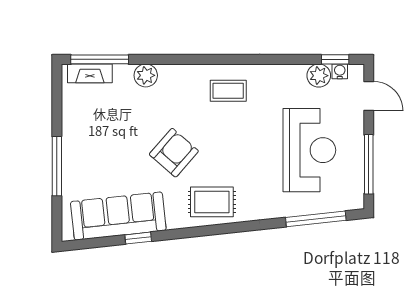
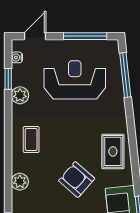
window: (335, 59) -> (8, 79), moved
plant: (146, 75) -> (20, 182), moved
plant: (319, 76) -> (20, 95), moved

